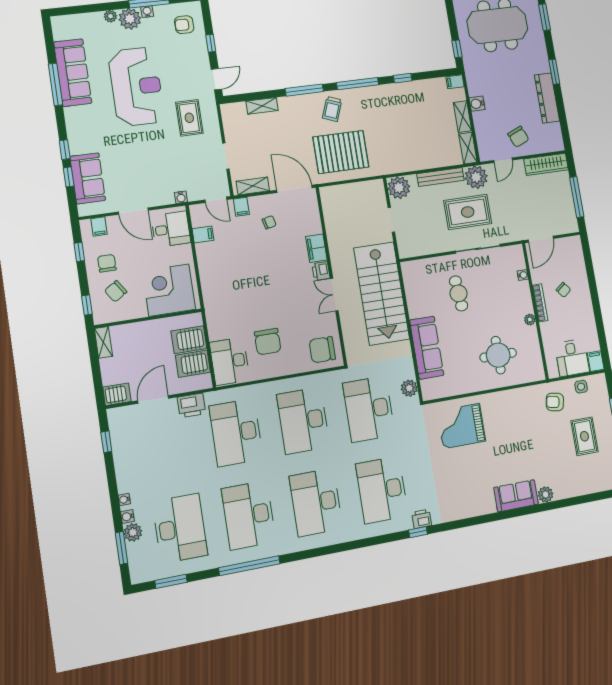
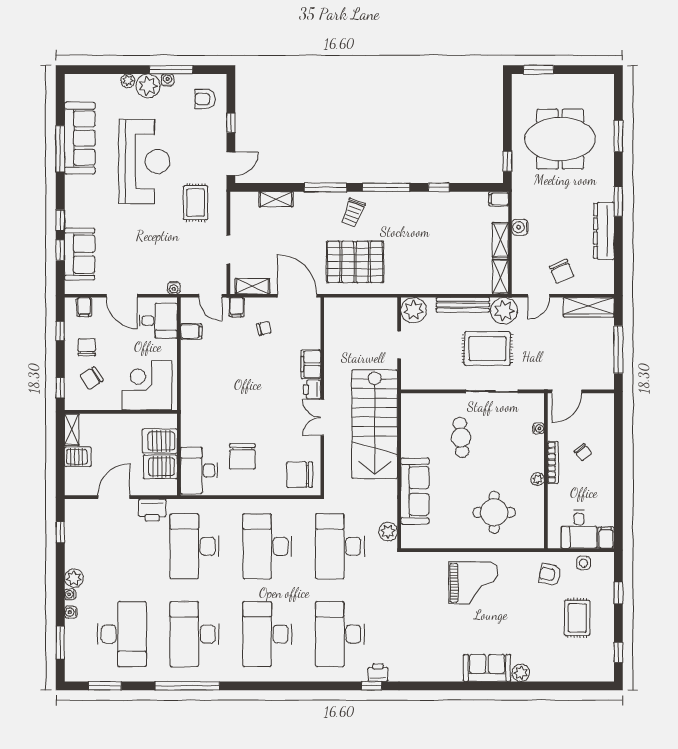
server rack: (117, 394) -> (78, 457), moved
grand piano: (461, 426) -> (473, 583), moved, turned 180
plant: (133, 532) -> (74, 578), moved

